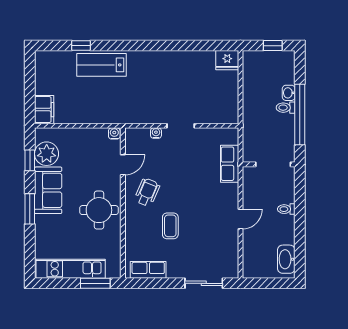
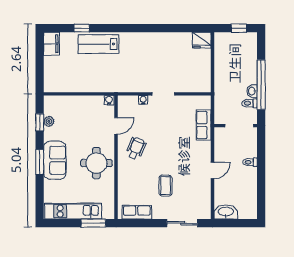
washbasin: (289, 93) -> (252, 91), moved
toilet: (286, 108) -> (250, 103), moved
filing cabinet: (44, 110) -> (51, 44), moved
plant: (47, 154) -> (49, 121), width x0.53, depth x0.53
sofa: (48, 190) -> (55, 160), moved
coffee table: (170, 226) -> (165, 186), moved
washbasin: (286, 259) -> (226, 212), moved, turned 90

